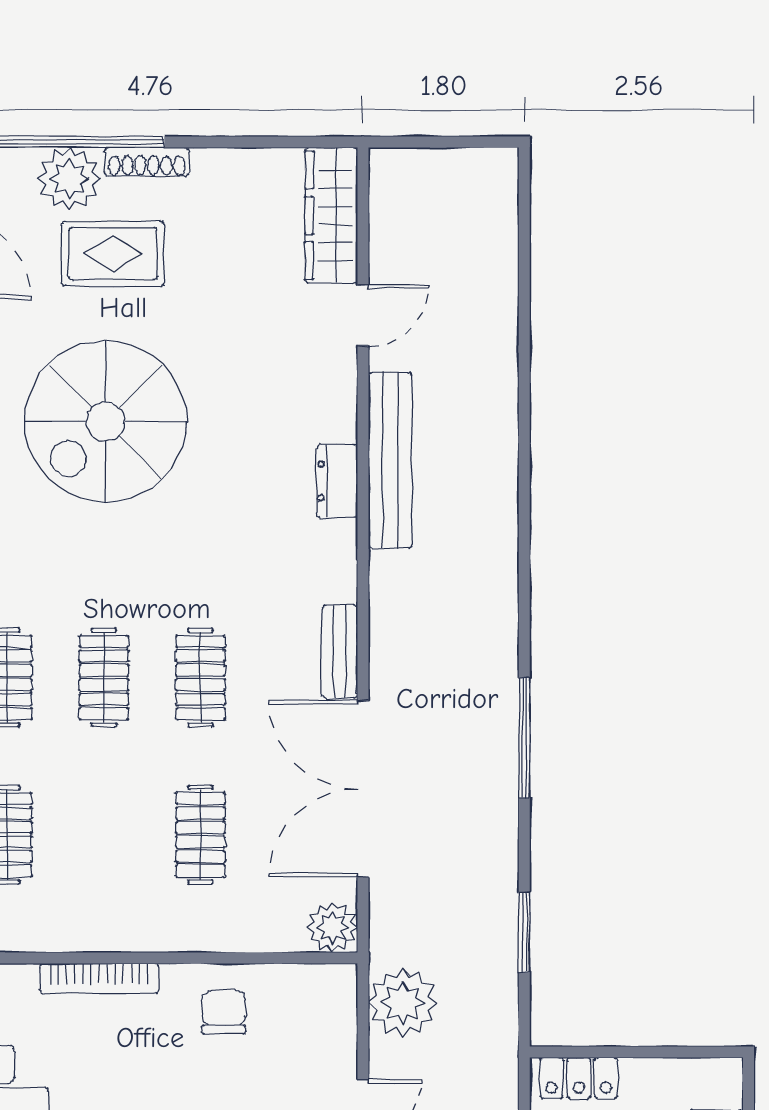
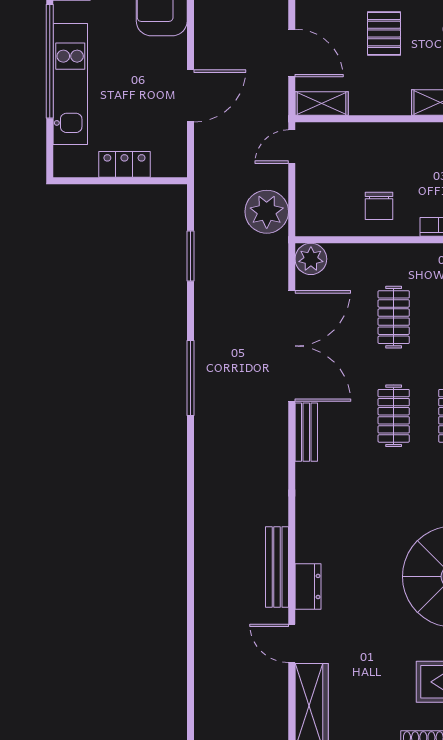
door: (363, 315) -> (292, 643), hinge flipped
bench: (390, 460) -> (277, 567), width x0.73, depth x0.82
dresser: (337, 481) -> (308, 586), moved
locker: (579, 1078) -> (124, 164), moved

